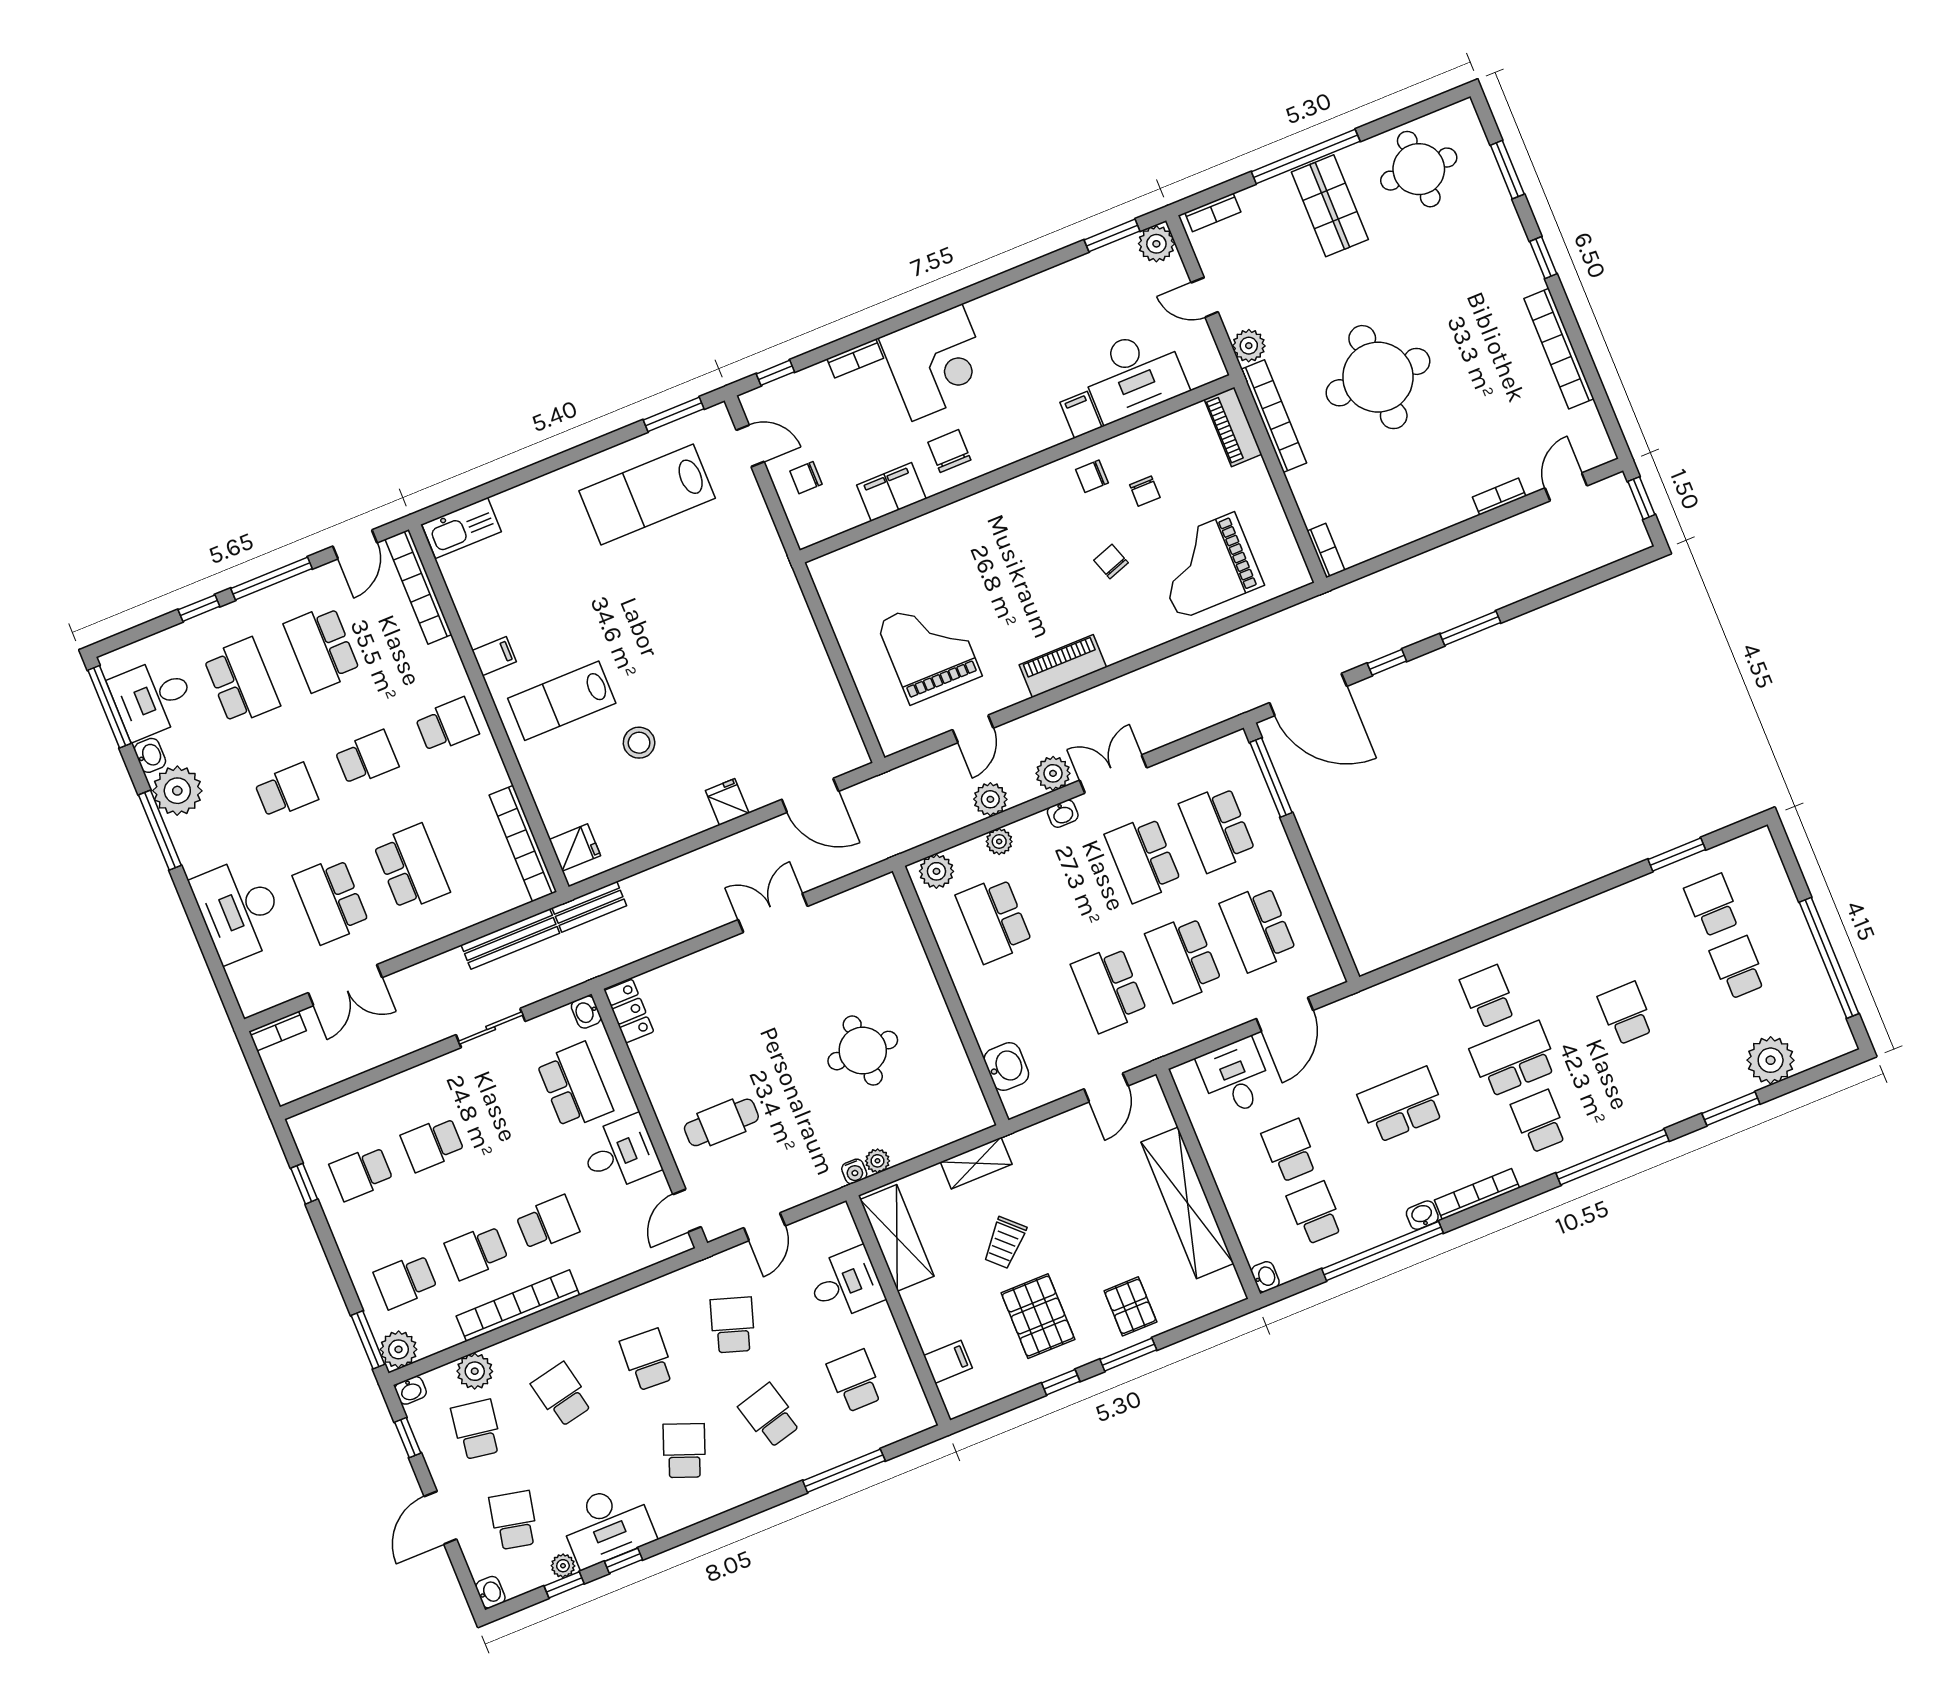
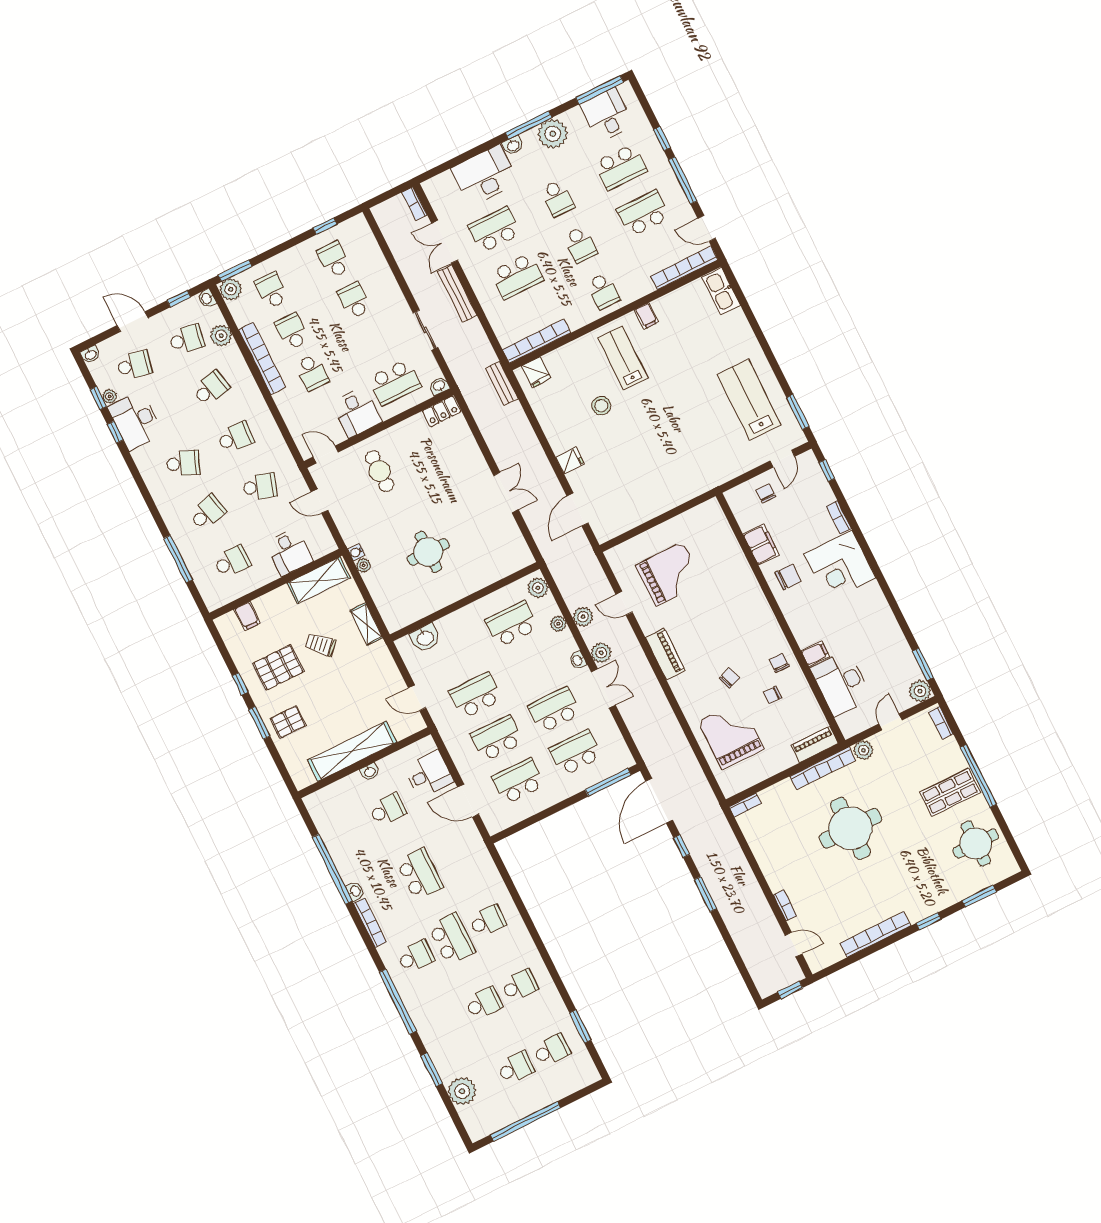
washbasin: (150, 755) -> (513, 145), moved
bench: (510, 939) -> (457, 293), moved
school desk: (1315, 1213) -> (520, 985), moved
washbasin: (1265, 1277) -> (370, 772), moved

